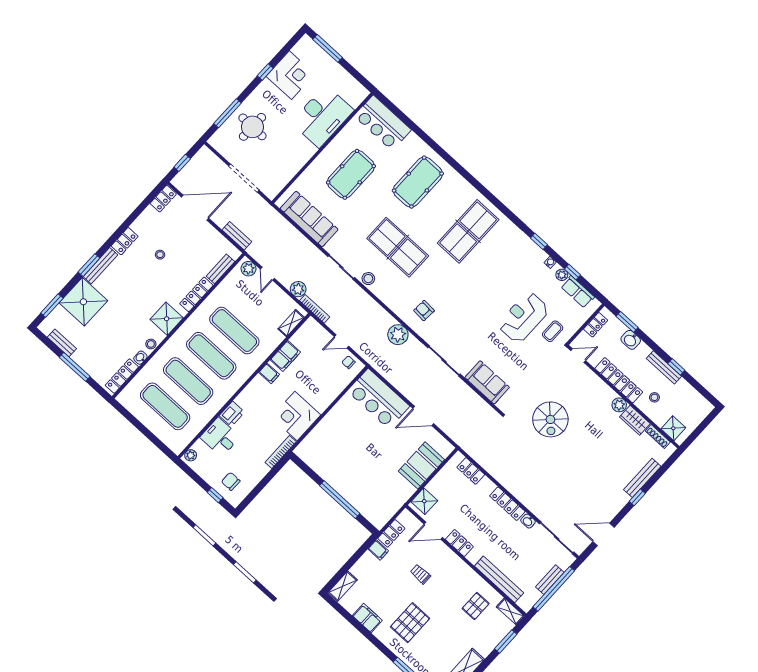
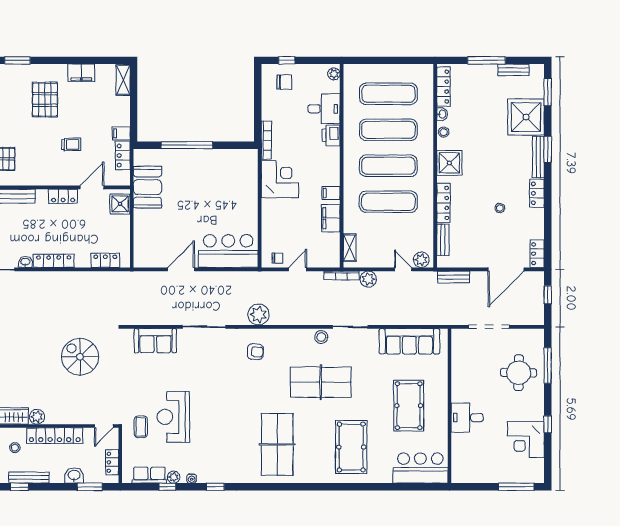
desk: (322, 116) -> (467, 418), width x0.53, depth x0.77
reception desk: (524, 317) -> (173, 417), turned 180
booth: (421, 465) -> (147, 187), moved

